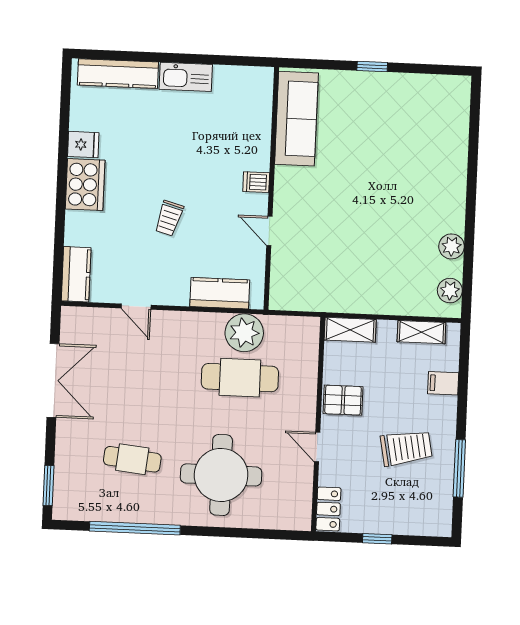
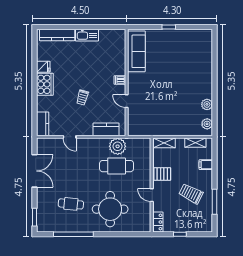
trolley: (406, 448) -> (191, 194), turned -142

